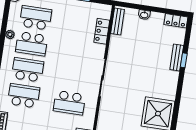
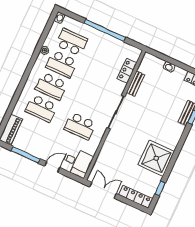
bench: (118, 22) -> (136, 84), moved
school desk: (28, 70) -> (51, 86), turned 180
school desk: (24, 96) -> (41, 108), turned 180

